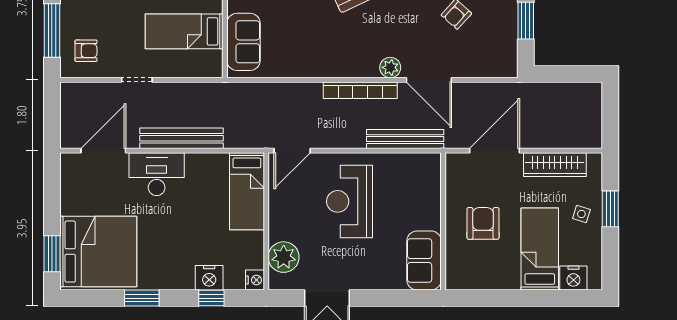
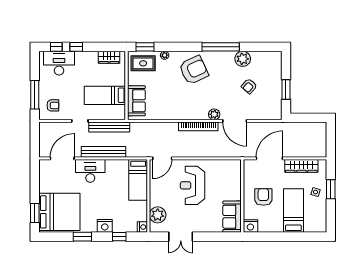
bench: (405, 139) -> (109, 127), moved
nightstand: (209, 278) -> (105, 226), moved
nightstand: (573, 278) -> (250, 226), moved

